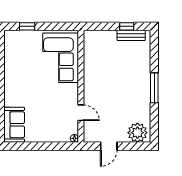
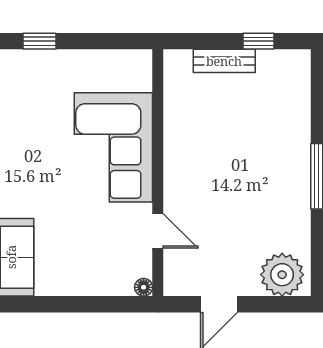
bench: (131, 35) -> (224, 61), moved
corner sofa: (61, 58) -> (113, 147), moved

